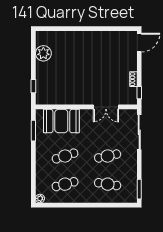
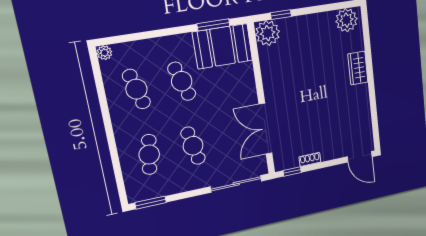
wardrobe: (77, 37) -> (358, 68), added
plant: (43, 53) -> (346, 20), moved
plant: (44, 97) -> (268, 33), added
double door: (106, 107) -> (266, 129), width x1.37
booth: (61, 121) -> (223, 46), moved, turned 90

